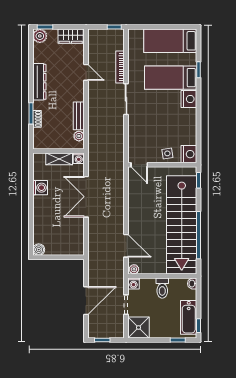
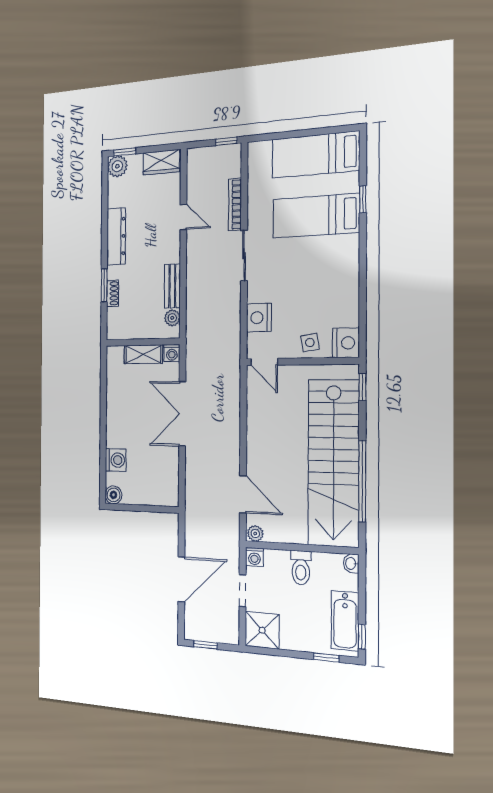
nightstand: (189, 99) -> (259, 318), moved, turned 180
washing machine: (40, 188) -> (116, 460), moved

